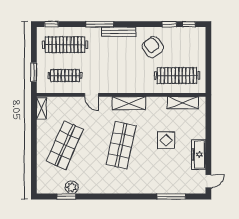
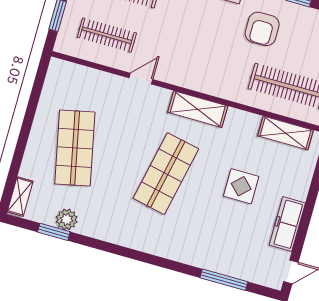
armchair: (153, 47) -> (262, 29), turned -143
door: (91, 95) -> (141, 79), swing flipped
shelving: (41, 108) -> (20, 197), moved
shop shelf: (65, 145) -> (75, 148), turned -36

